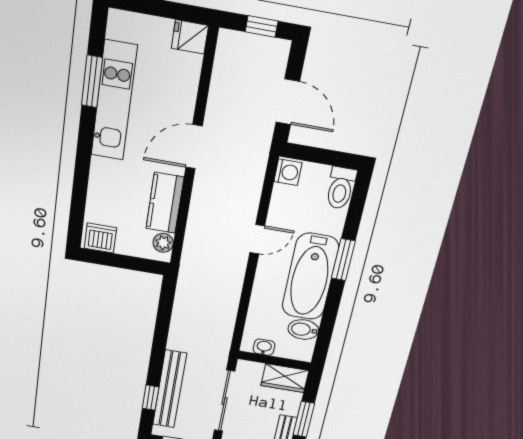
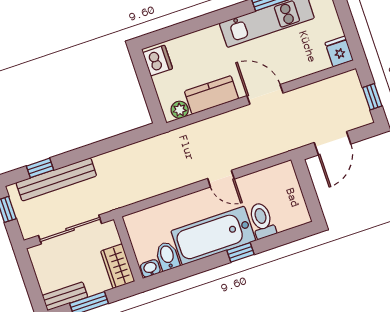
washing machine: (288, 172) -> (283, 172), removed
toilet: (341, 188) -> (262, 221), moved, turned 90
window: (343, 260) -> (240, 252), width x0.67
washbasin: (264, 347) -> (150, 268), moved, turned -90

